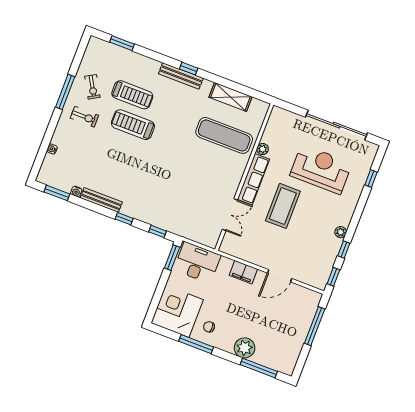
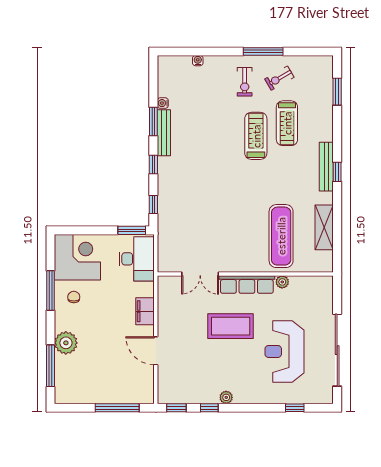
reception desk: (321, 169) -> (284, 351), turned 180
window: (57, 193) -> (153, 122), moved

